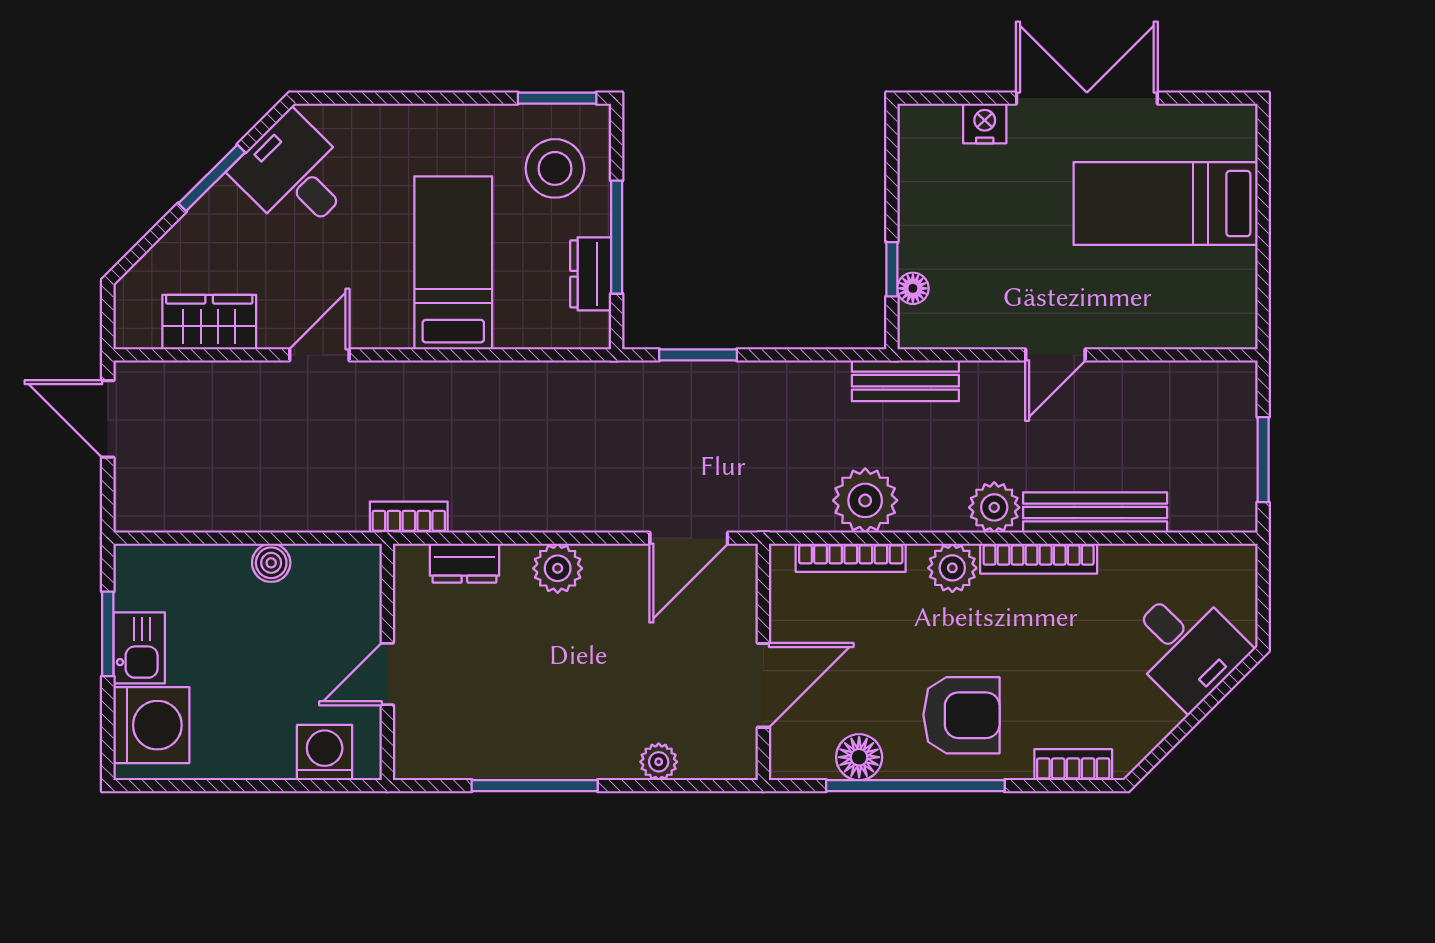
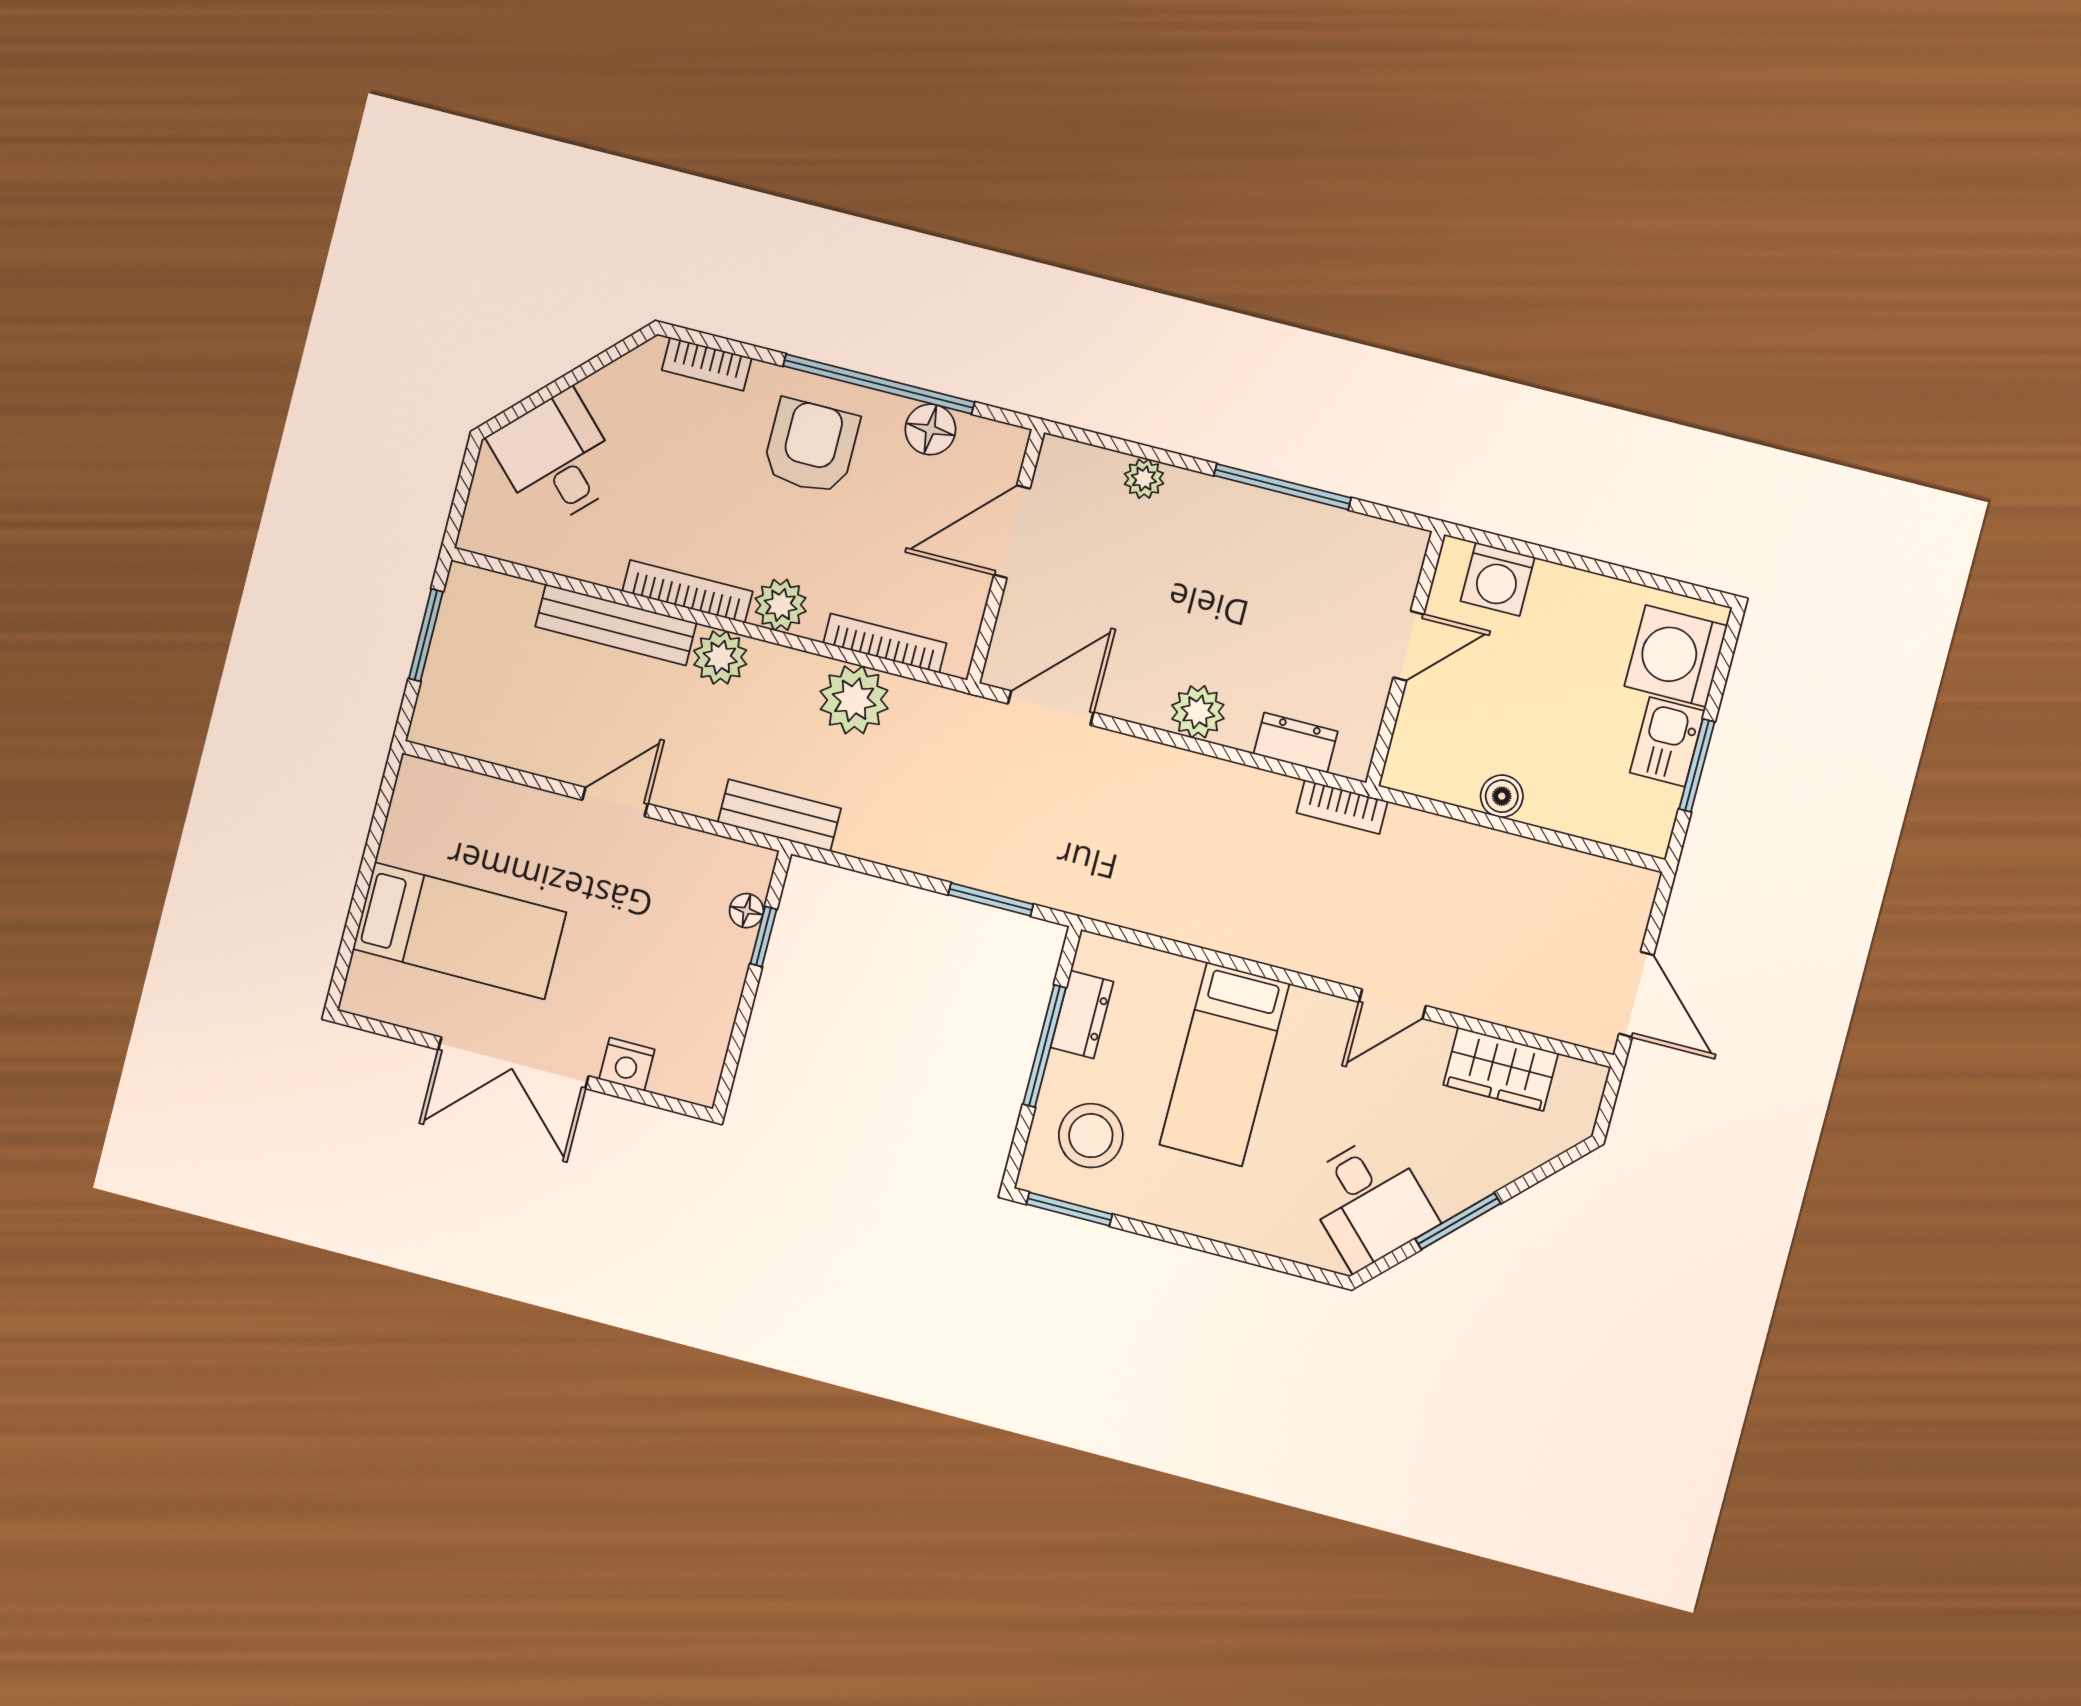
armchair: (962, 715) -> (811, 446), turned 90

